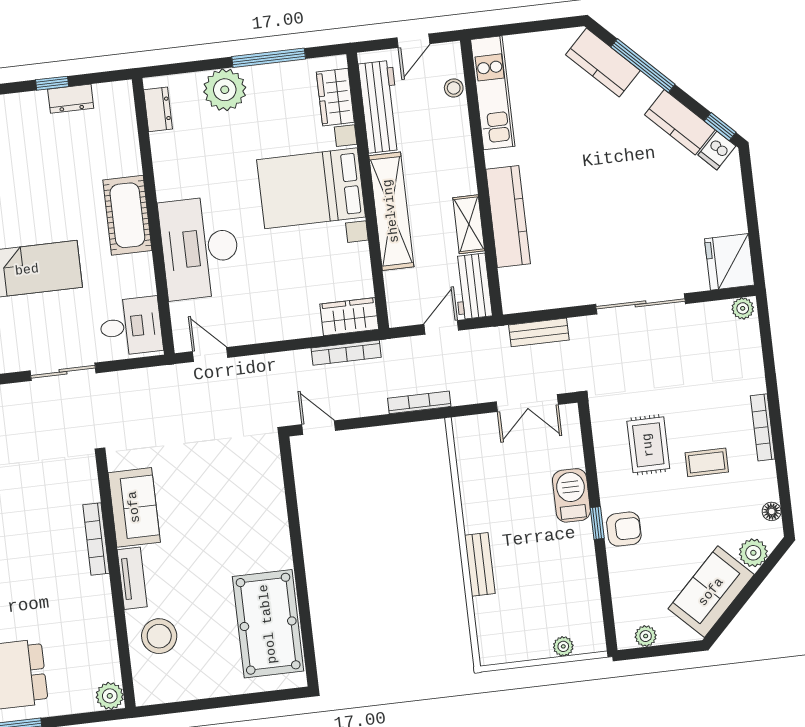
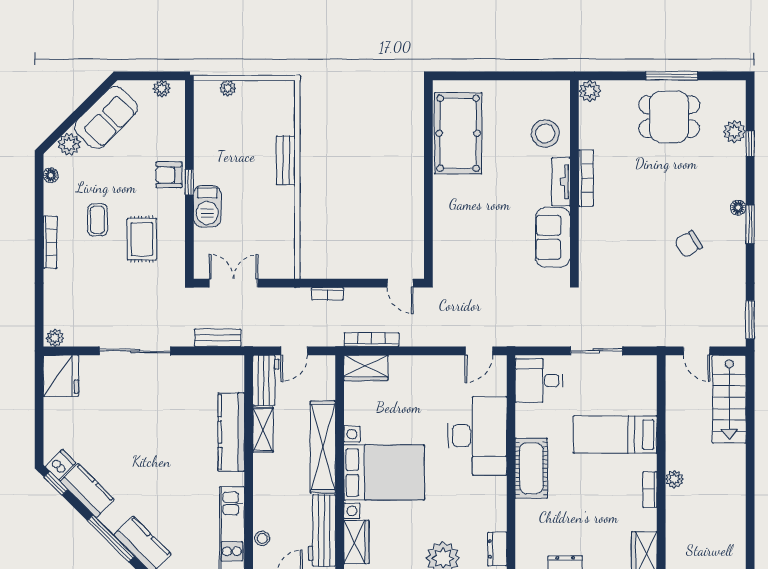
door: (210, 354) -> (479, 351), hinge flipped
bookcase: (419, 402) -> (327, 294), width x0.64
coffee table: (707, 462) -> (97, 220), turned 90
bookcase: (96, 539) -> (586, 178), moved

